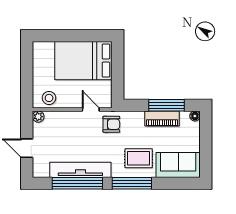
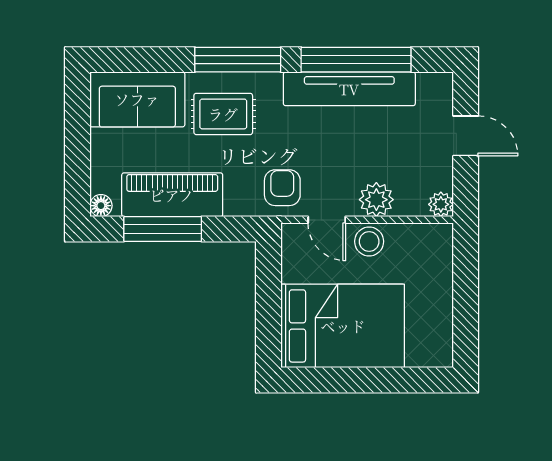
stool: (49, 98) -> (369, 241), moved
piano: (162, 118) -> (172, 195), width x1.37, depth x1.33
plant: (68, 119) -> (376, 200), added
armchair: (111, 124) -> (282, 188), turned 90

